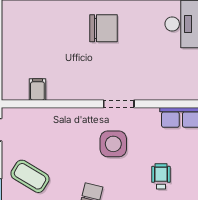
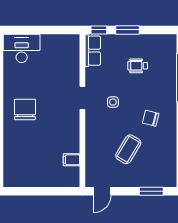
side table: (113, 144) -> (113, 102), width x0.54, depth x0.54
coffee table: (30, 176) -> (128, 149), moved

